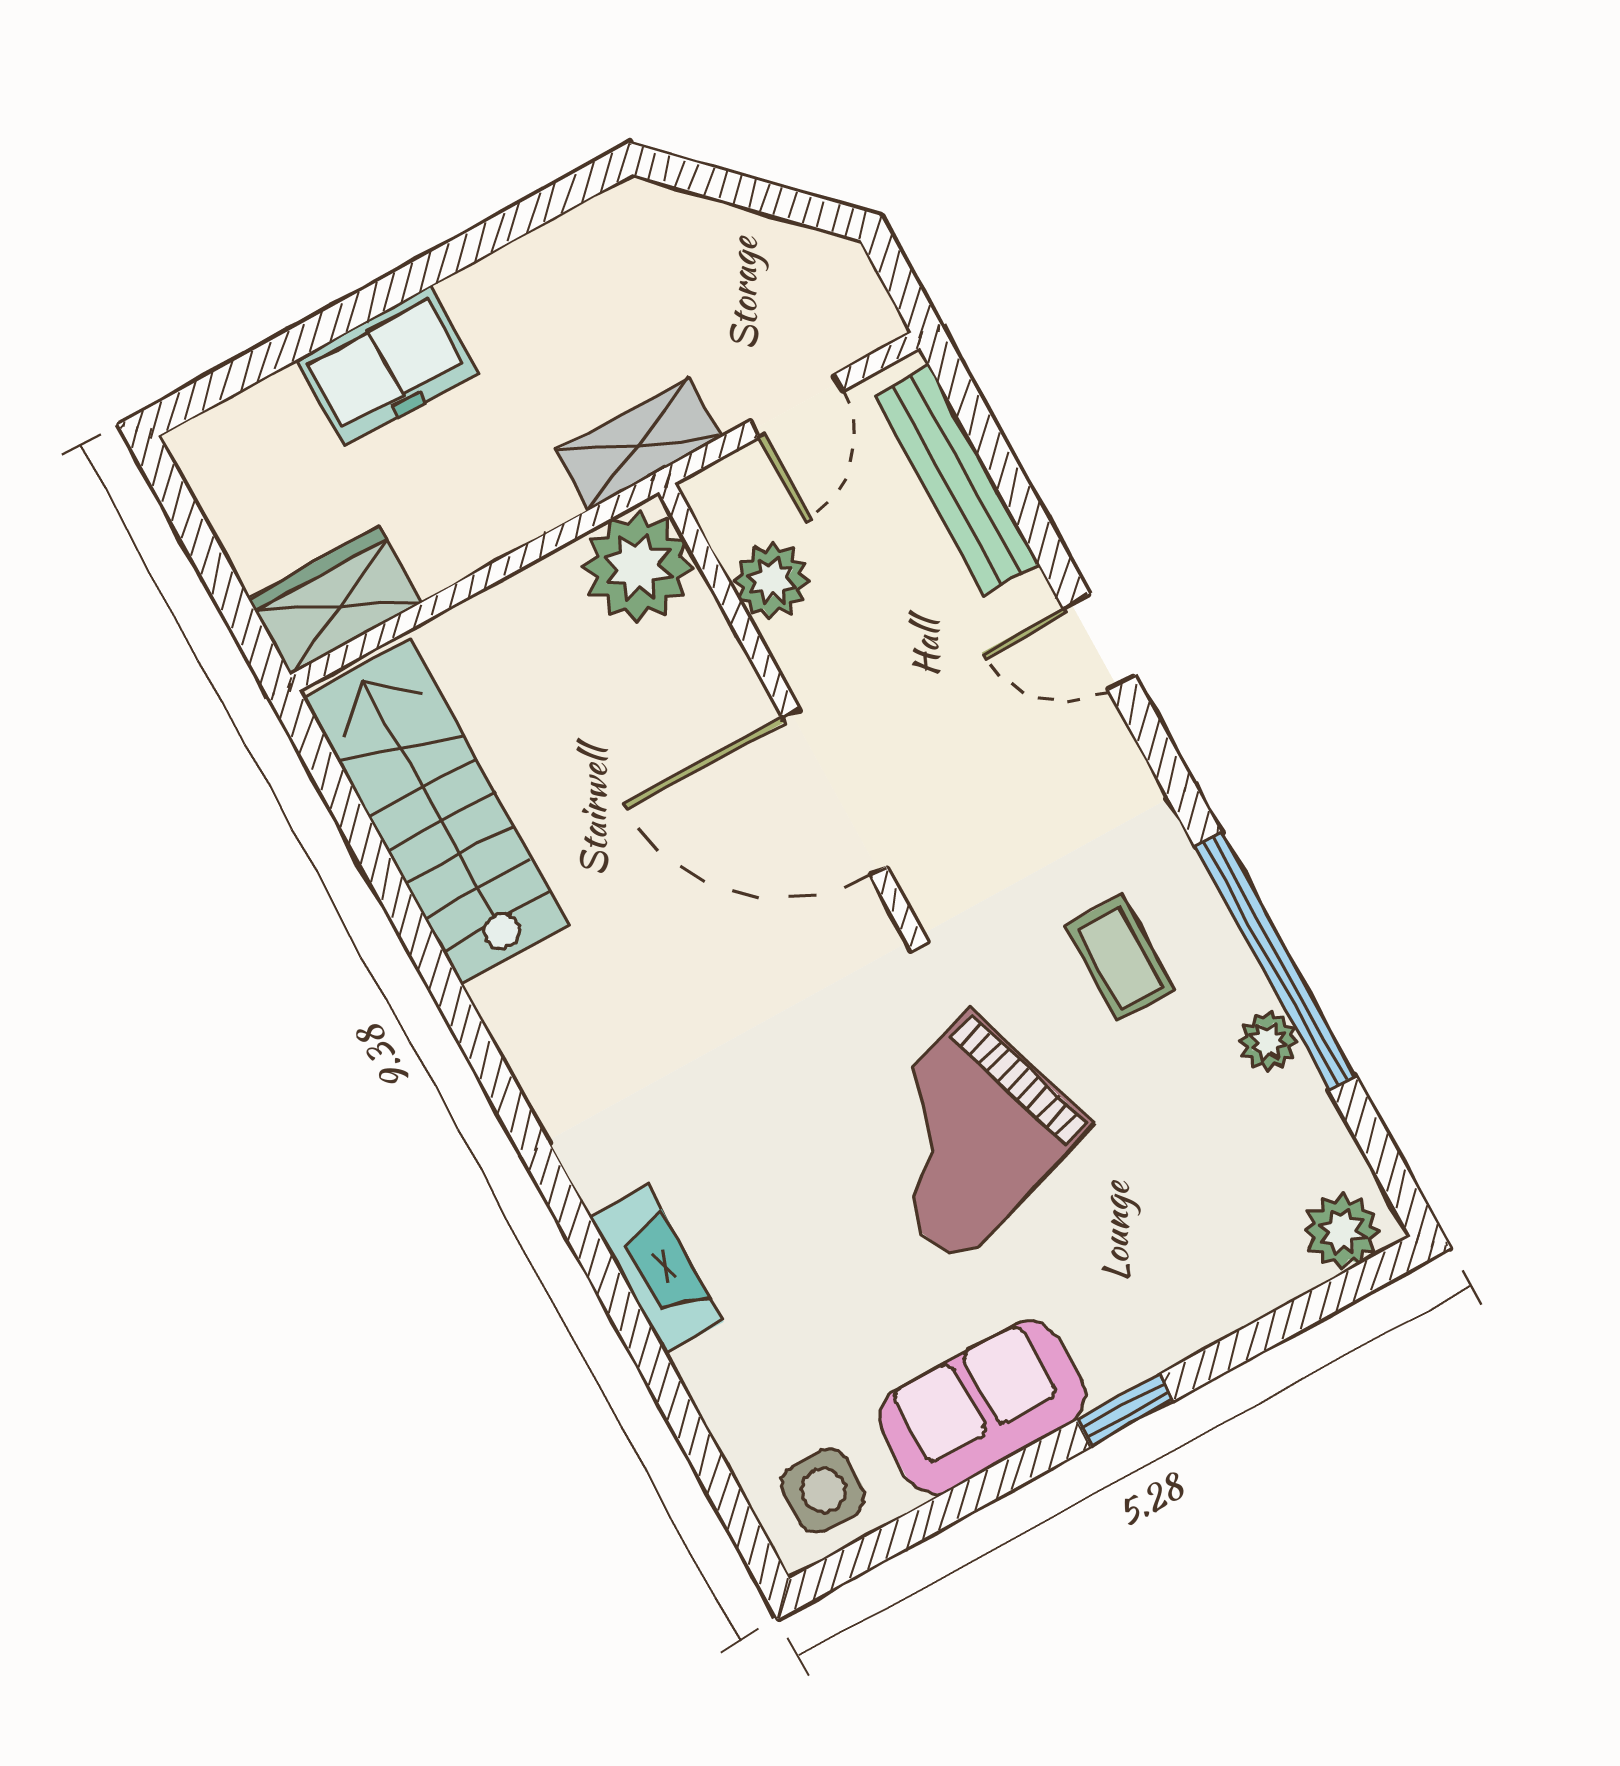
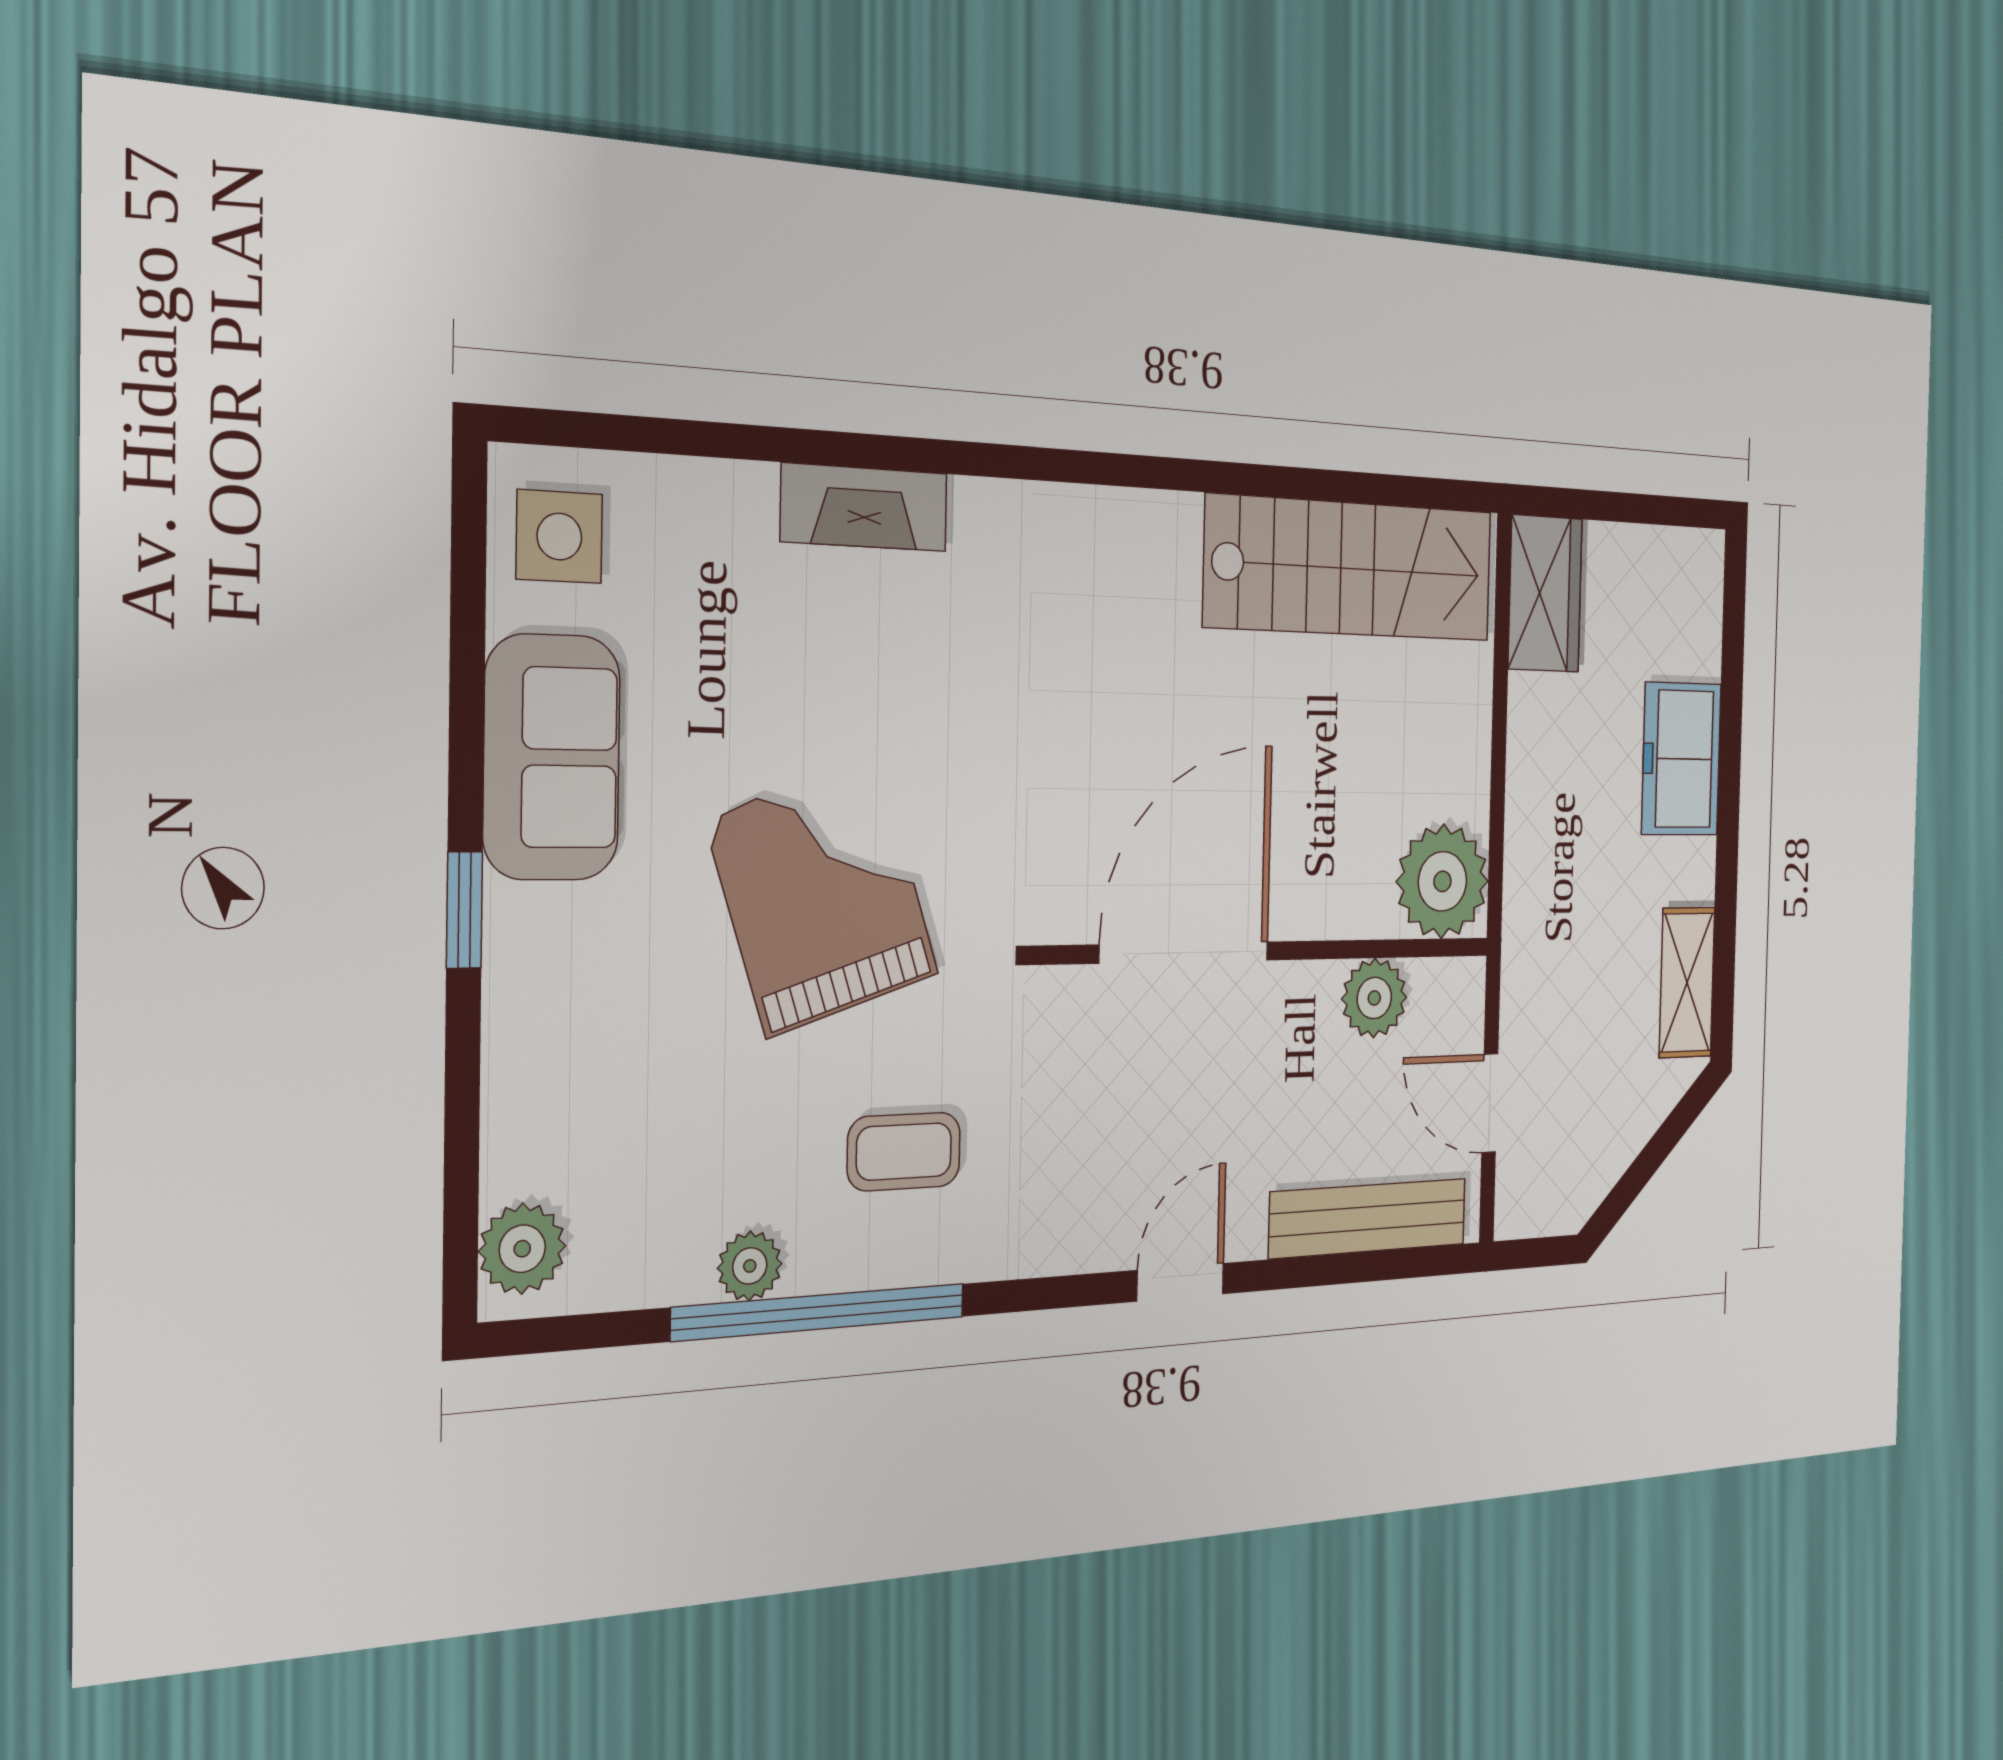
shelving: (638, 444) -> (1687, 982), moved

